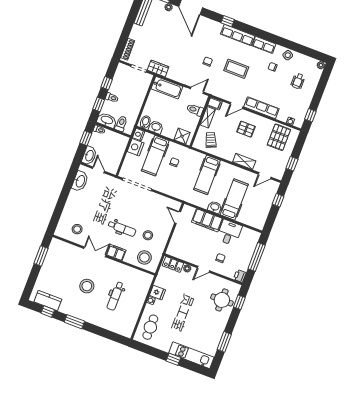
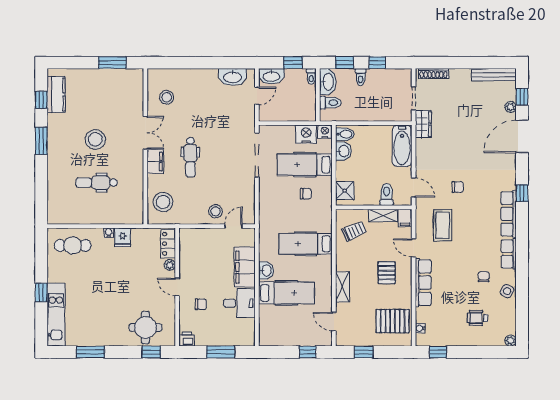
coffee table: (236, 69) -> (443, 225), moved
stool: (148, 235) -> (216, 211), moved
window: (257, 257) -> (221, 352), width x0.69

